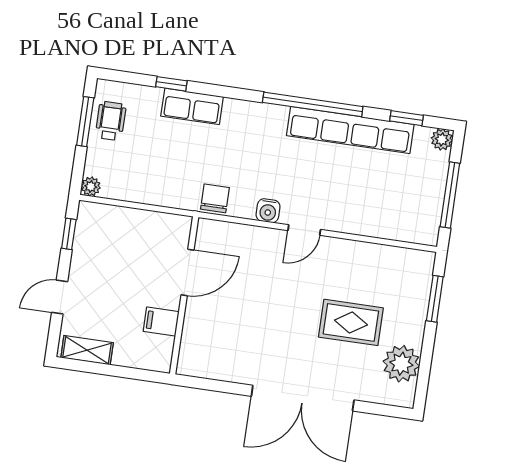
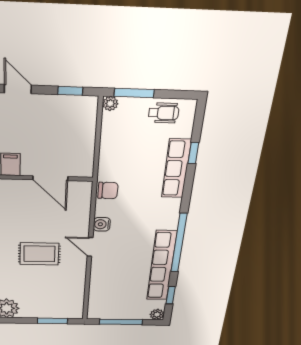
row of seats: (192, 106) -> (176, 169), width x1.48
window: (85, 122) -> (134, 93), moved
rug: (351, 322) -> (39, 254), moved, turned 90

